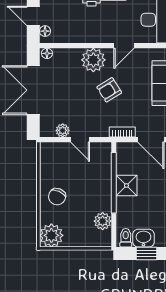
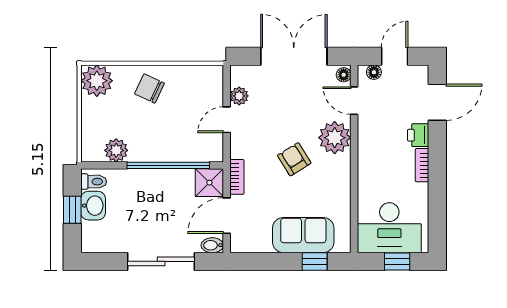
door: (124, 46) -> (354, 101), moved
shower: (126, 185) -> (209, 183), moved

